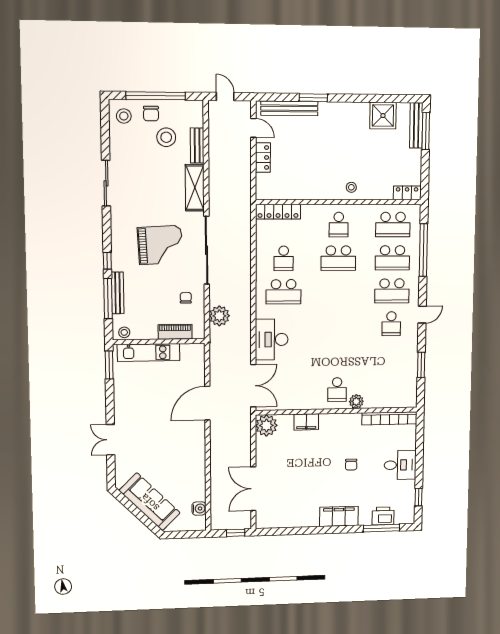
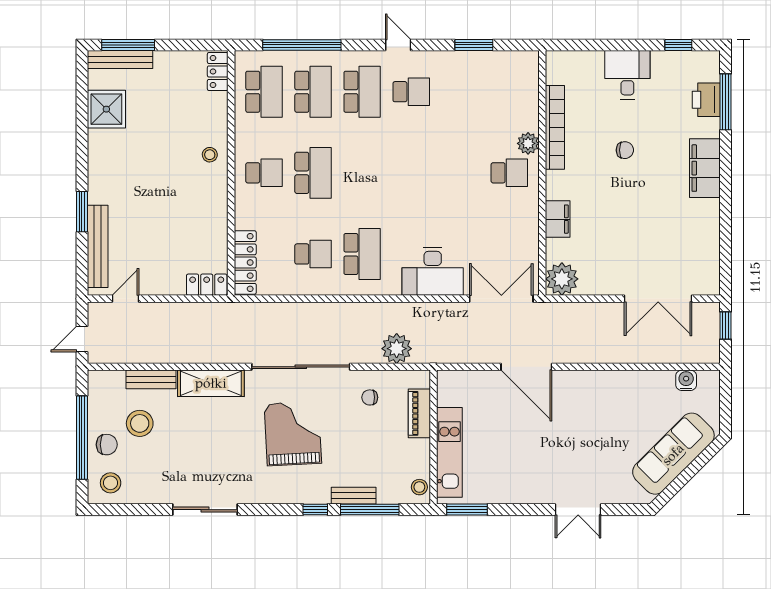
locker: (263, 157) -> (207, 285), moved
bench: (118, 293) -> (354, 496), width x0.73
bookcase: (389, 418) -> (555, 127), moved

